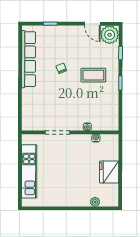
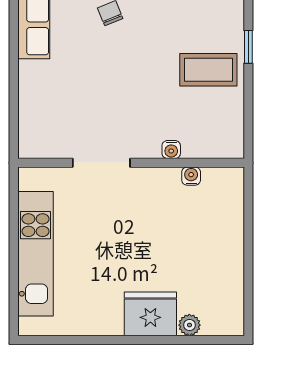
coffee table: (93, 75) -> (208, 70), moved
fridge: (109, 172) -> (150, 314), moved, turned 90

